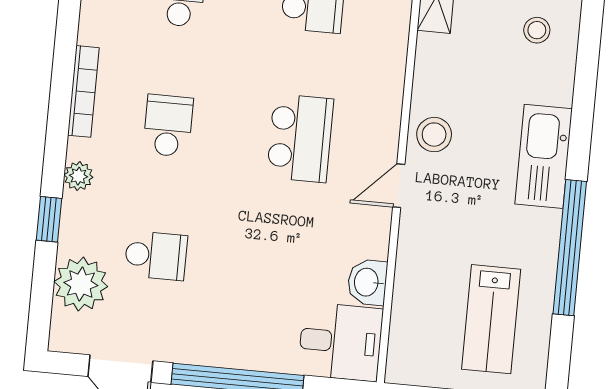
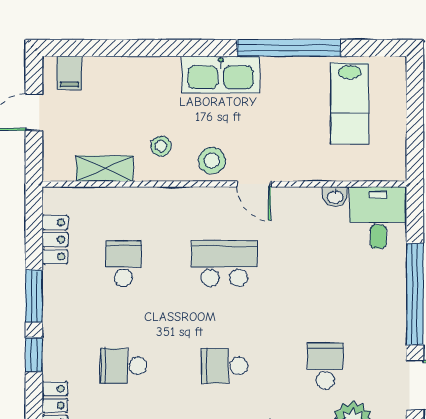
stool: (537, 30) -> (161, 146), moved
washbasin: (367, 282) -> (335, 197), width x0.72, depth x0.69
lab bench: (491, 319) -> (350, 103), turned 90

